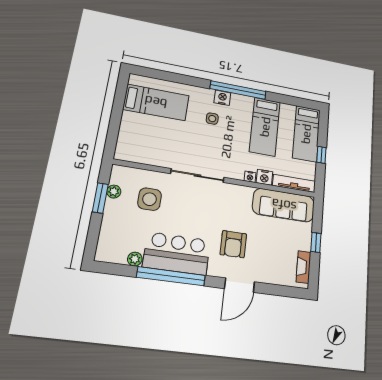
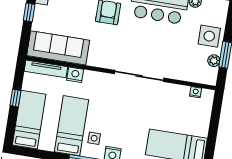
side table: (212, 119) -> (94, 138), moved
nightstand: (250, 177) -> (196, 92), moved
side table: (150, 199) -> (209, 36), moved

